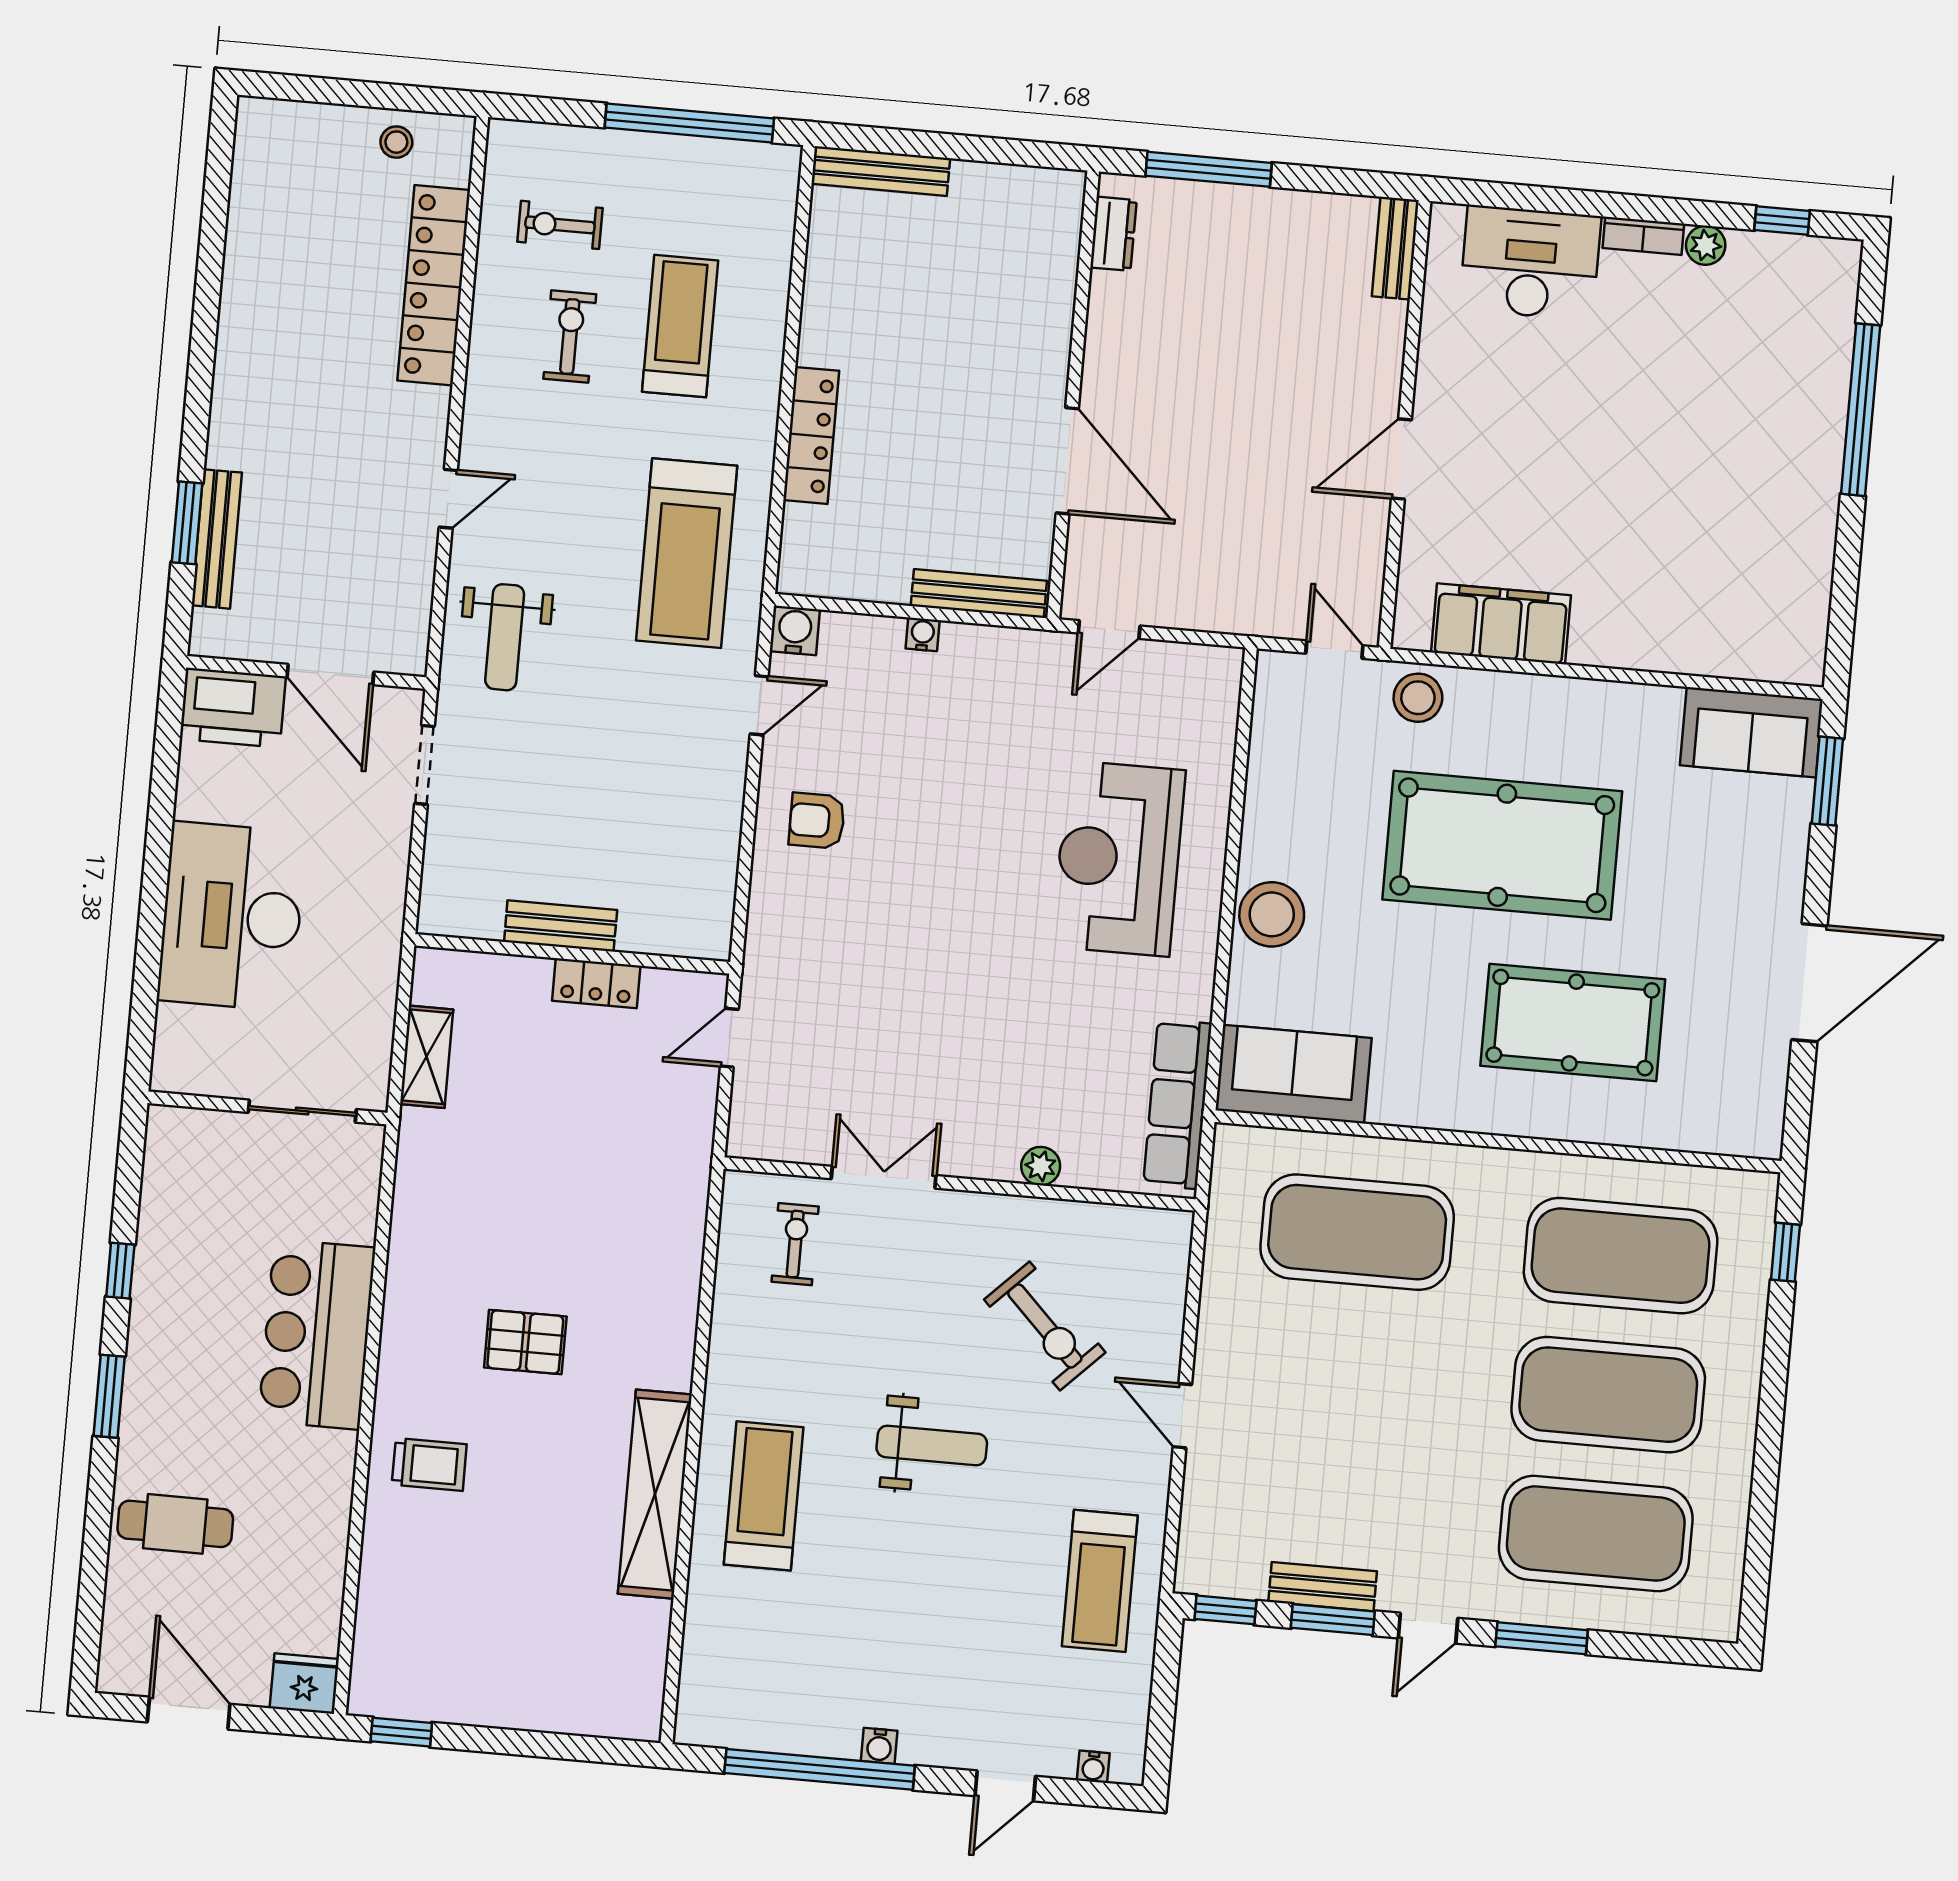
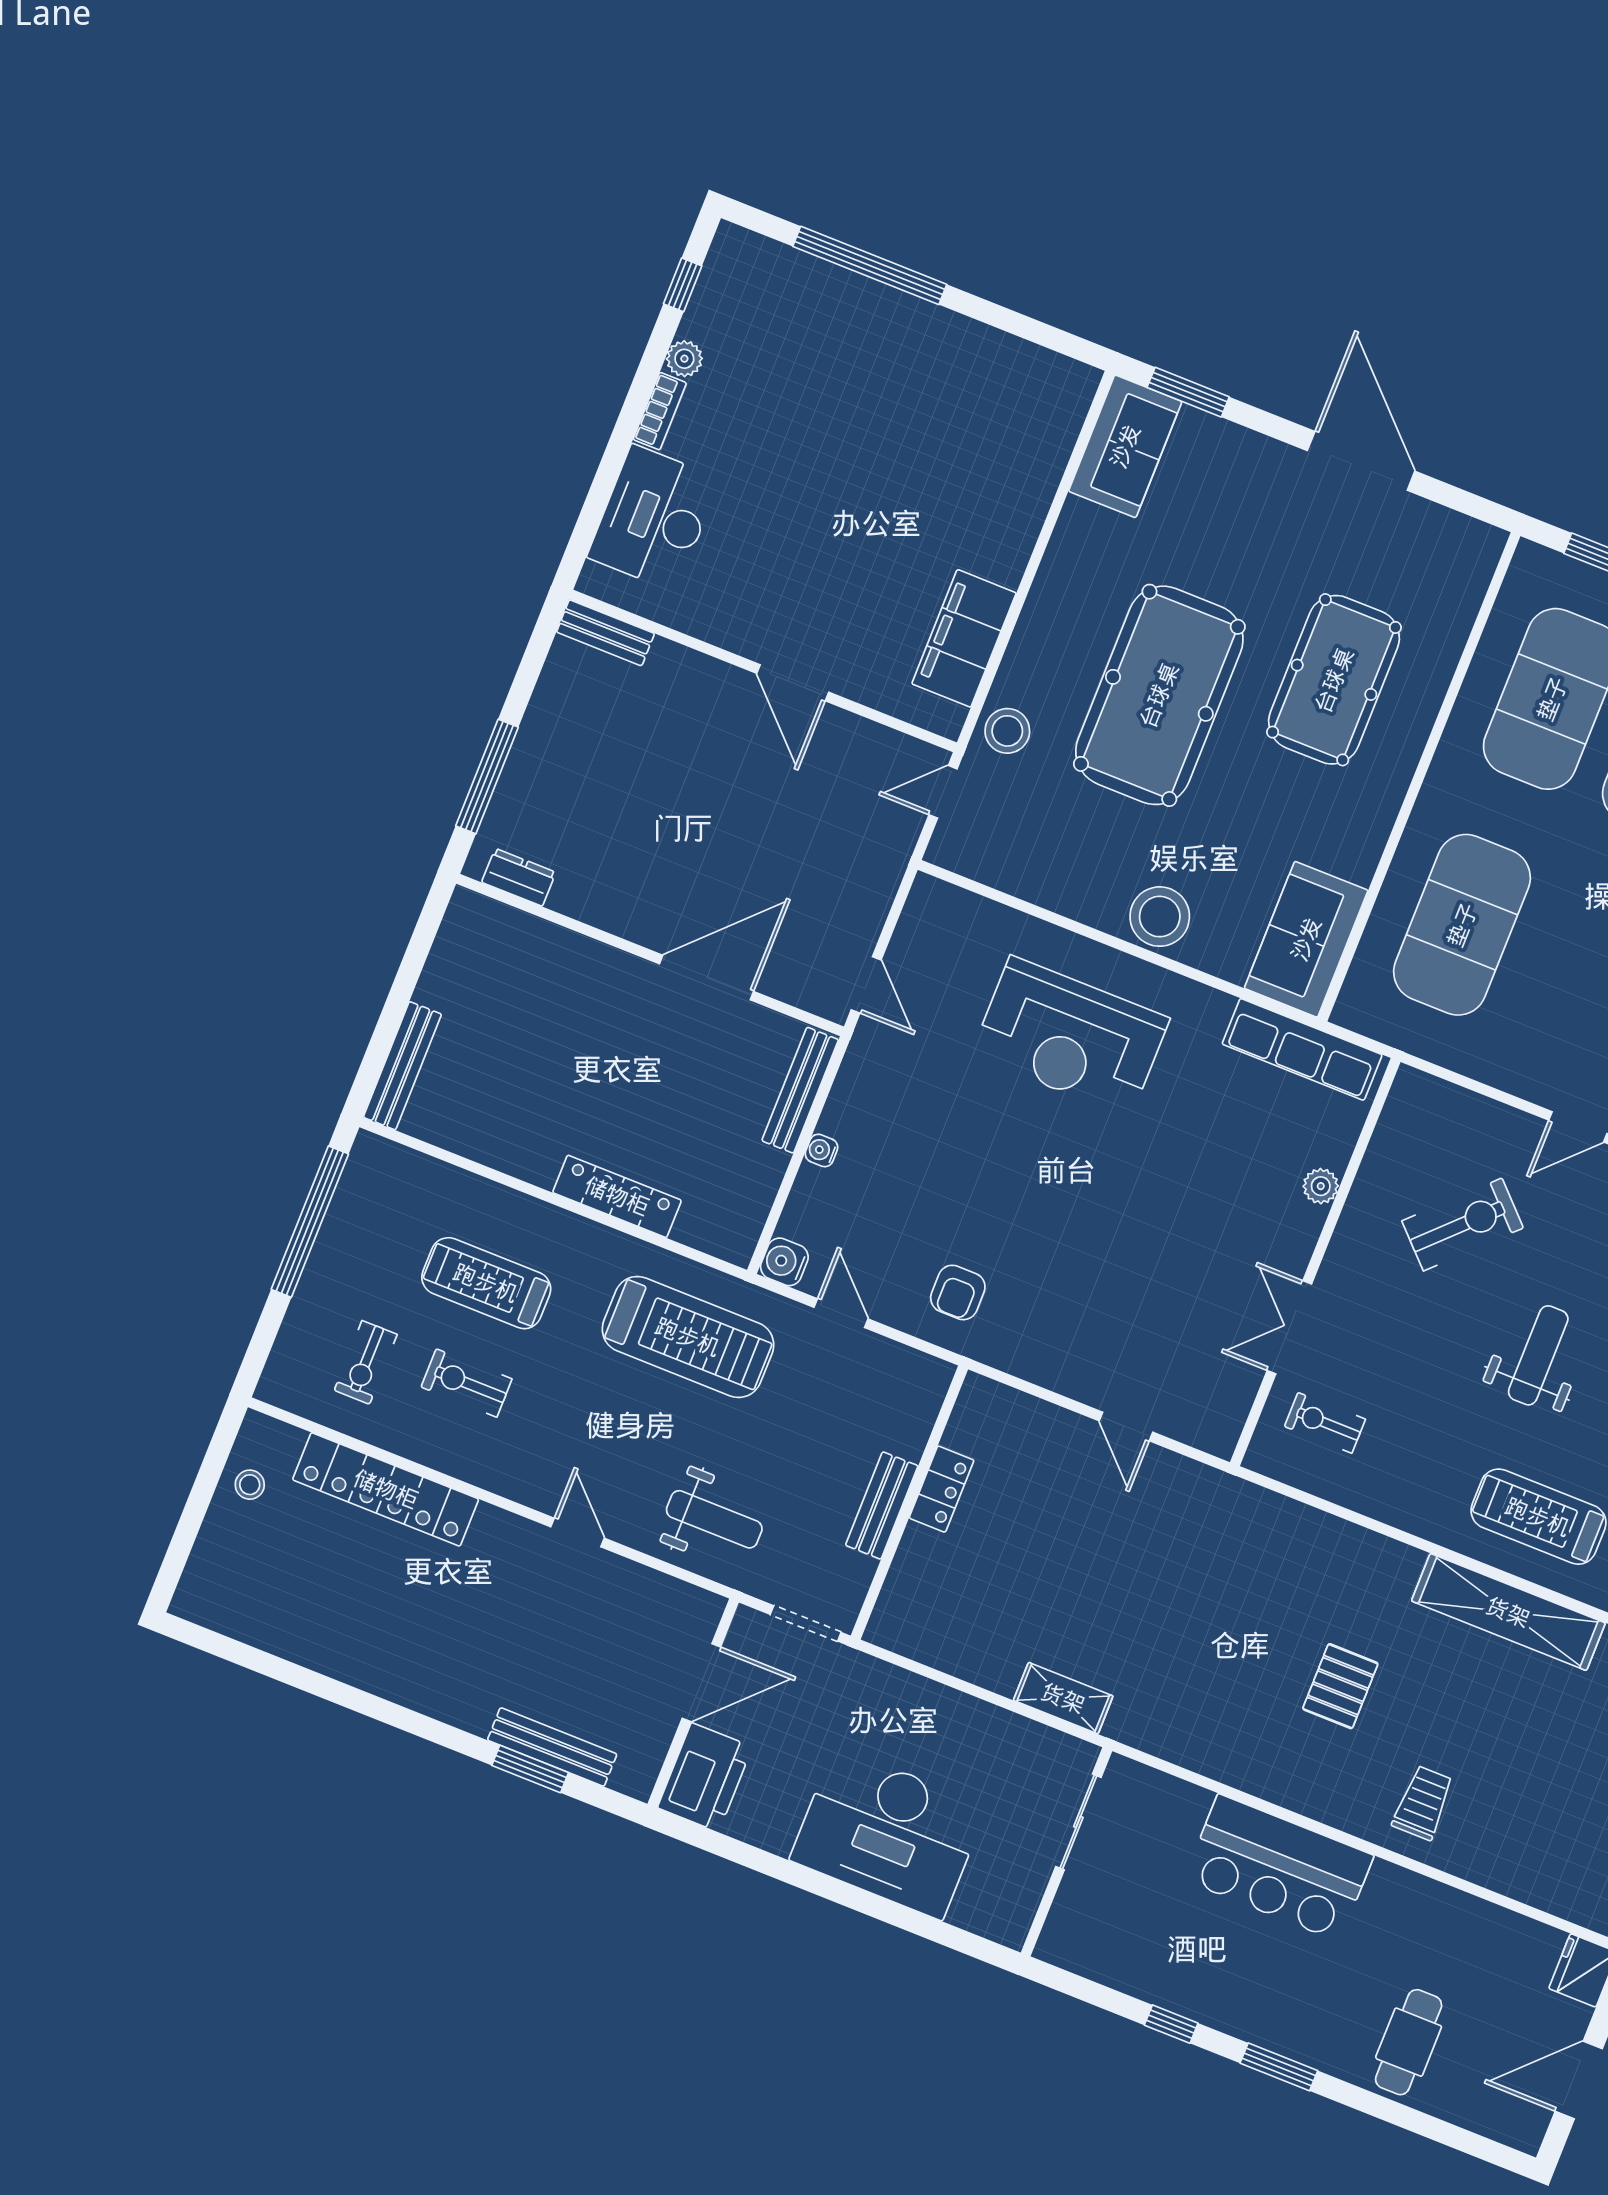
bench: (561, 926) -> (882, 1505), moved
wall: (572, 954) -> (909, 1502), moved
locker: (596, 983) -> (942, 1489), moved

